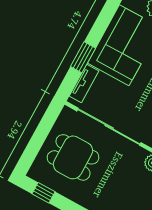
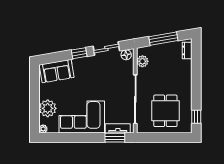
window: (83, 57) -> (115, 138), moved

